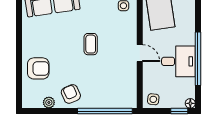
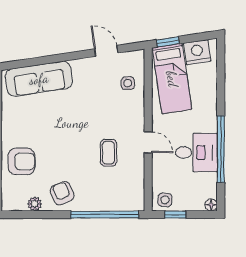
coffee table: (91, 44) -> (109, 153), moved
window: (179, 111) -> (175, 215), moved

